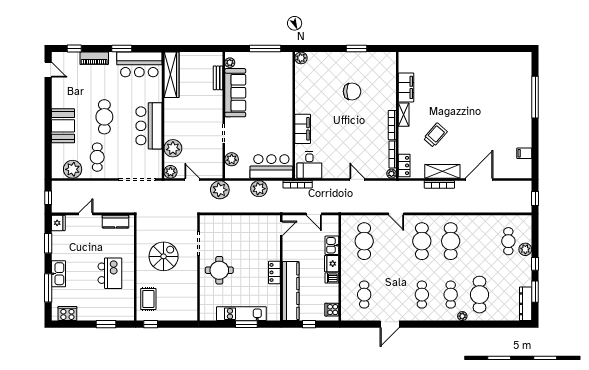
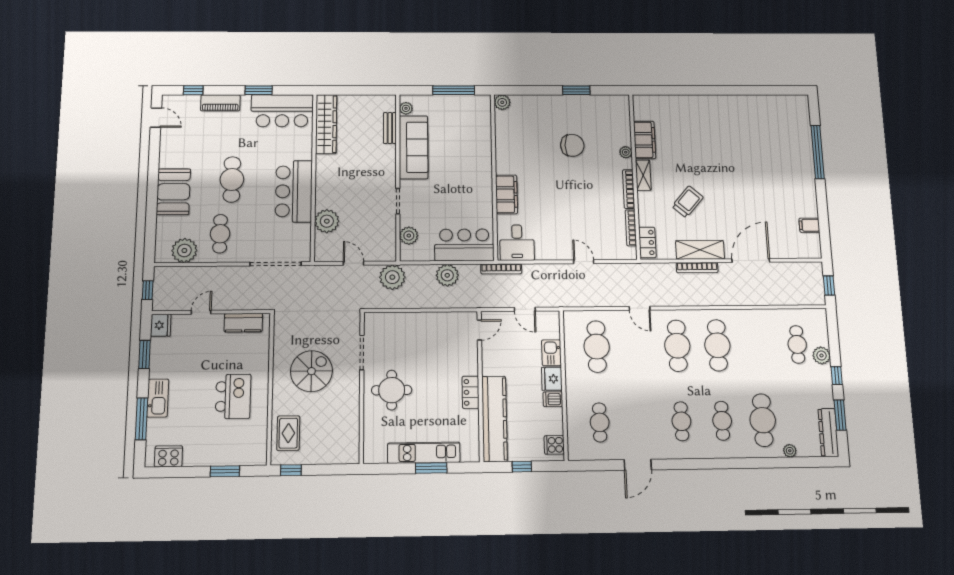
plant: (171, 172) -> (323, 253), removed
plant: (391, 174) -> (626, 152), moved
plant: (462, 316) -> (790, 451), moved

